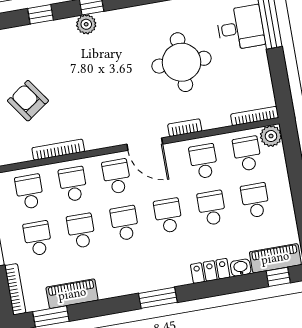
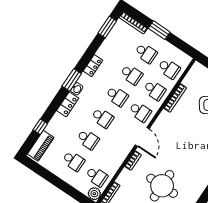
door: (145, 144) -> (142, 137), swing flipped
school desk: (204, 161) -> (111, 155), removed
washbasin: (241, 268) -> (77, 89), moved
locker: (210, 271) -> (68, 104), moved
window: (278, 277) -> (40, 127), moved
locker: (115, 288) -> (93, 66), added
piano: (72, 294) -> (108, 45), removed

